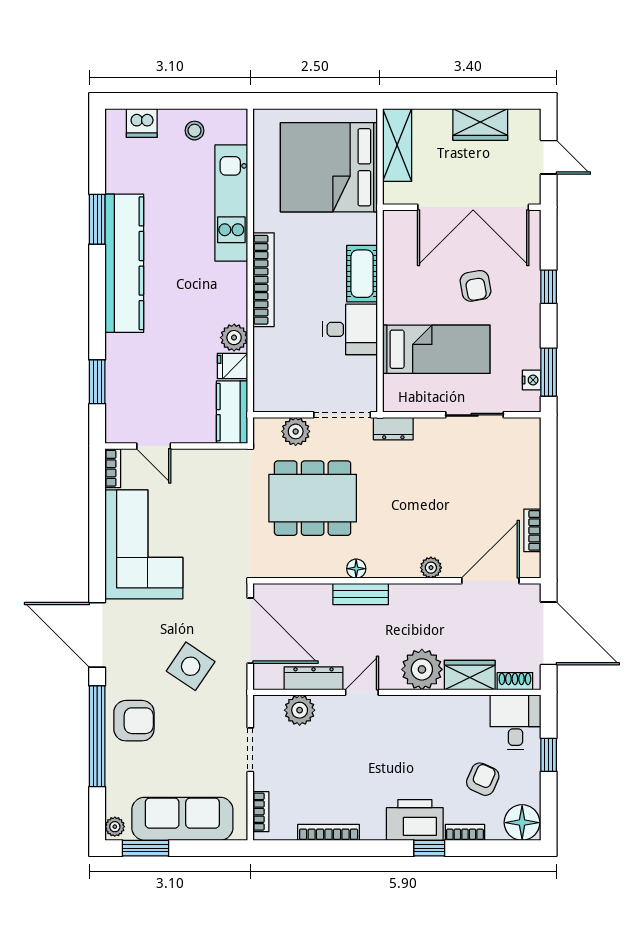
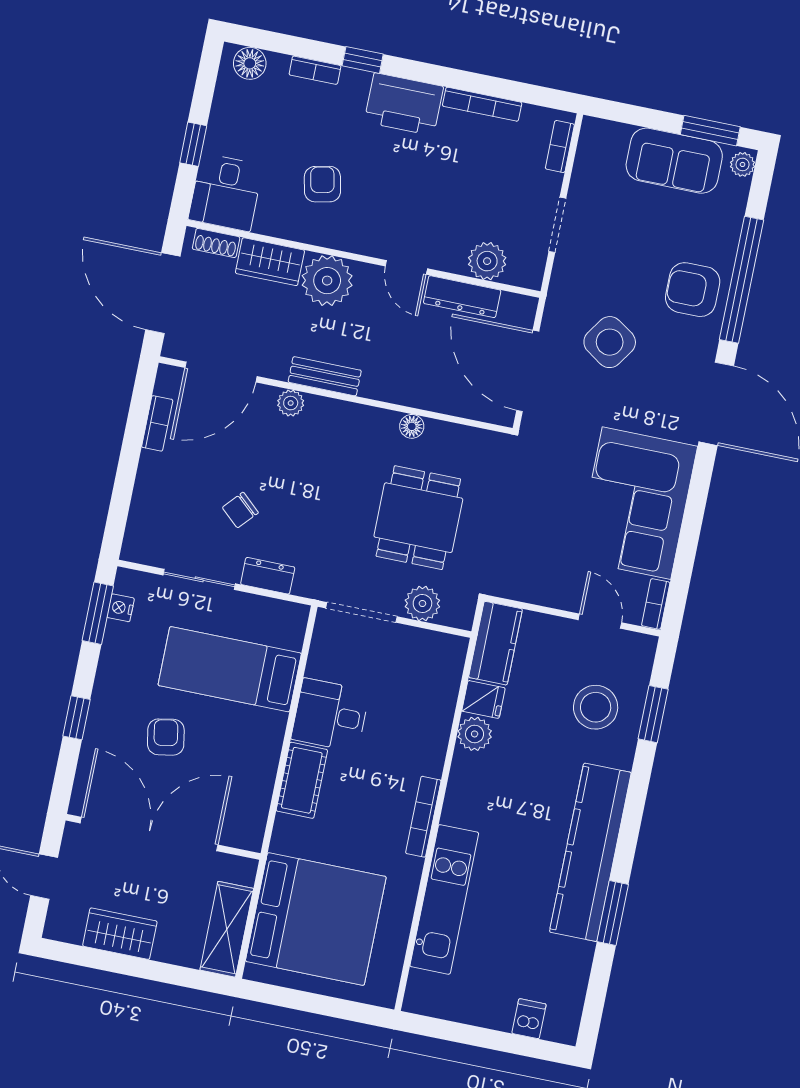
dishwasher: (142, 123) -> (529, 1019), width x0.73
stool: (195, 131) -> (596, 707), moved, width x1.89, depth x1.89
bookcase: (264, 280) -> (423, 817), width x0.68, depth x0.76
dresser: (393, 429) -> (268, 576), moved
chair: (453, 476) -> (240, 510), added
dining table: (313, 498) -> (418, 518), width x0.73
floor lamp: (356, 569) -> (412, 426), moved
bench: (361, 594) -> (325, 376), moved
door: (362, 692) -> (406, 267), hinge flipped
armchair: (483, 779) -> (322, 184), moved, turned 144
sofa: (182, 819) -> (674, 161), width x0.73
printer: (415, 820) -> (404, 104), moved
floor lamp: (522, 823) -> (250, 63), width x0.73, depth x0.73

